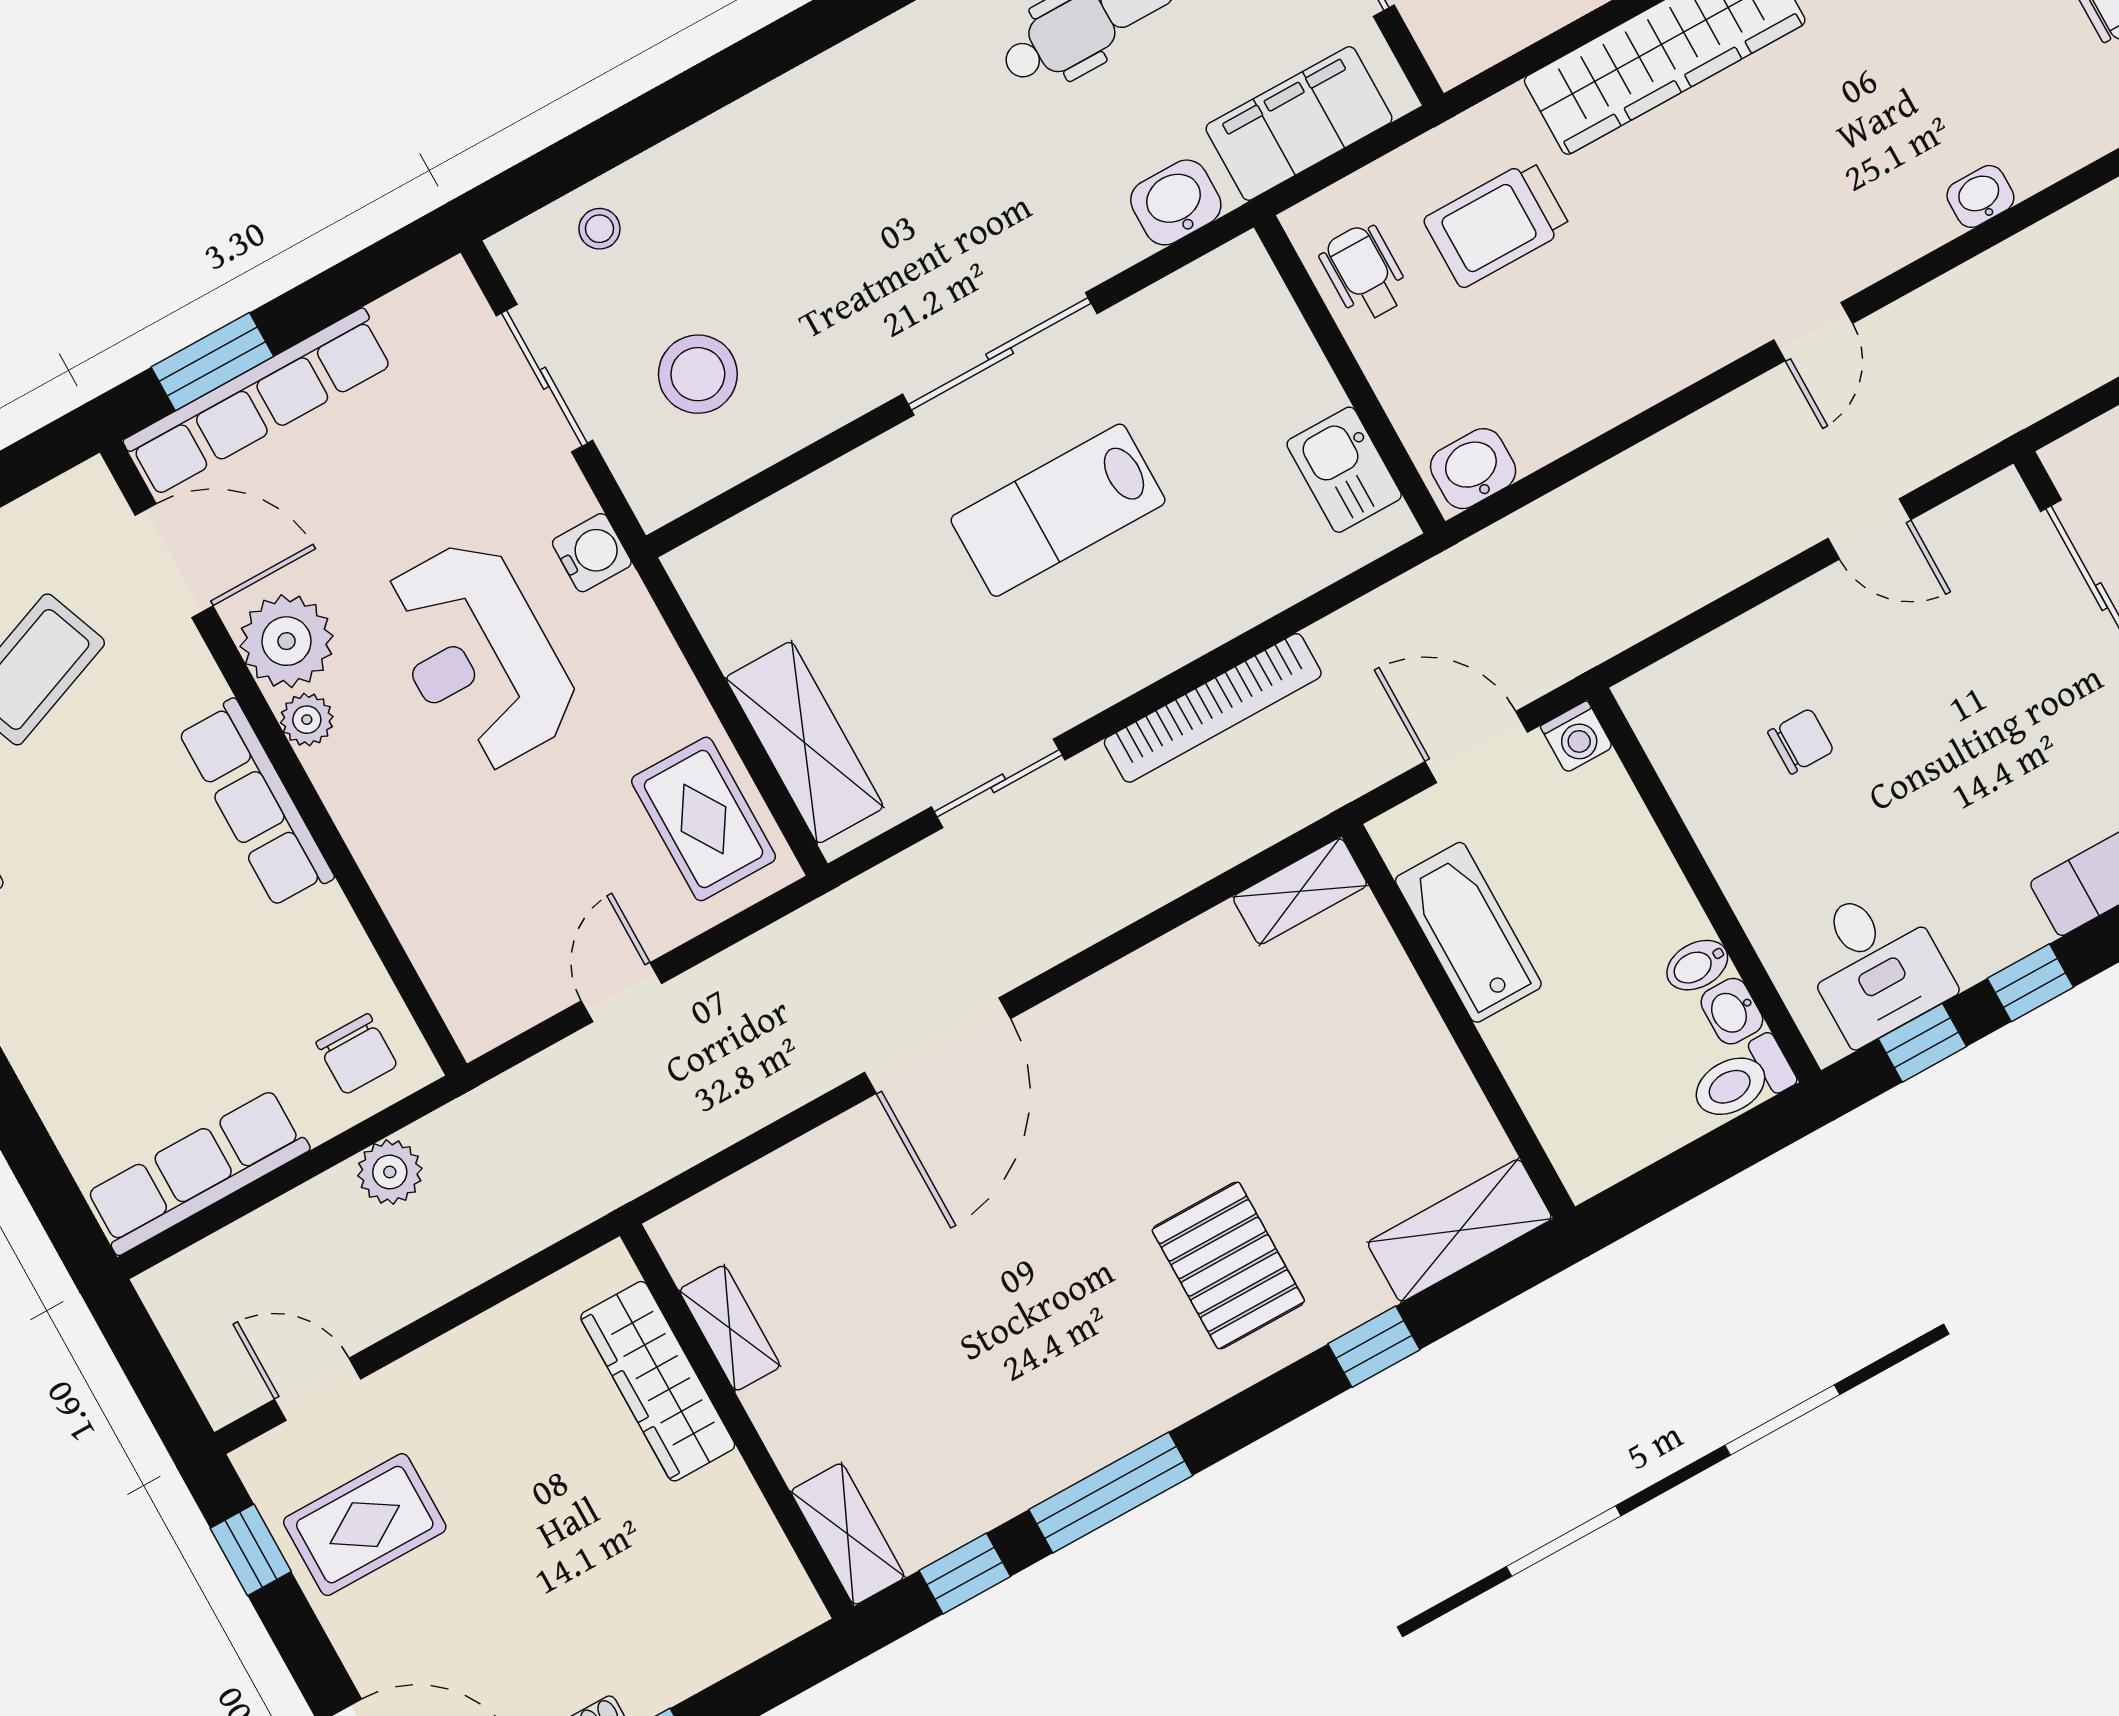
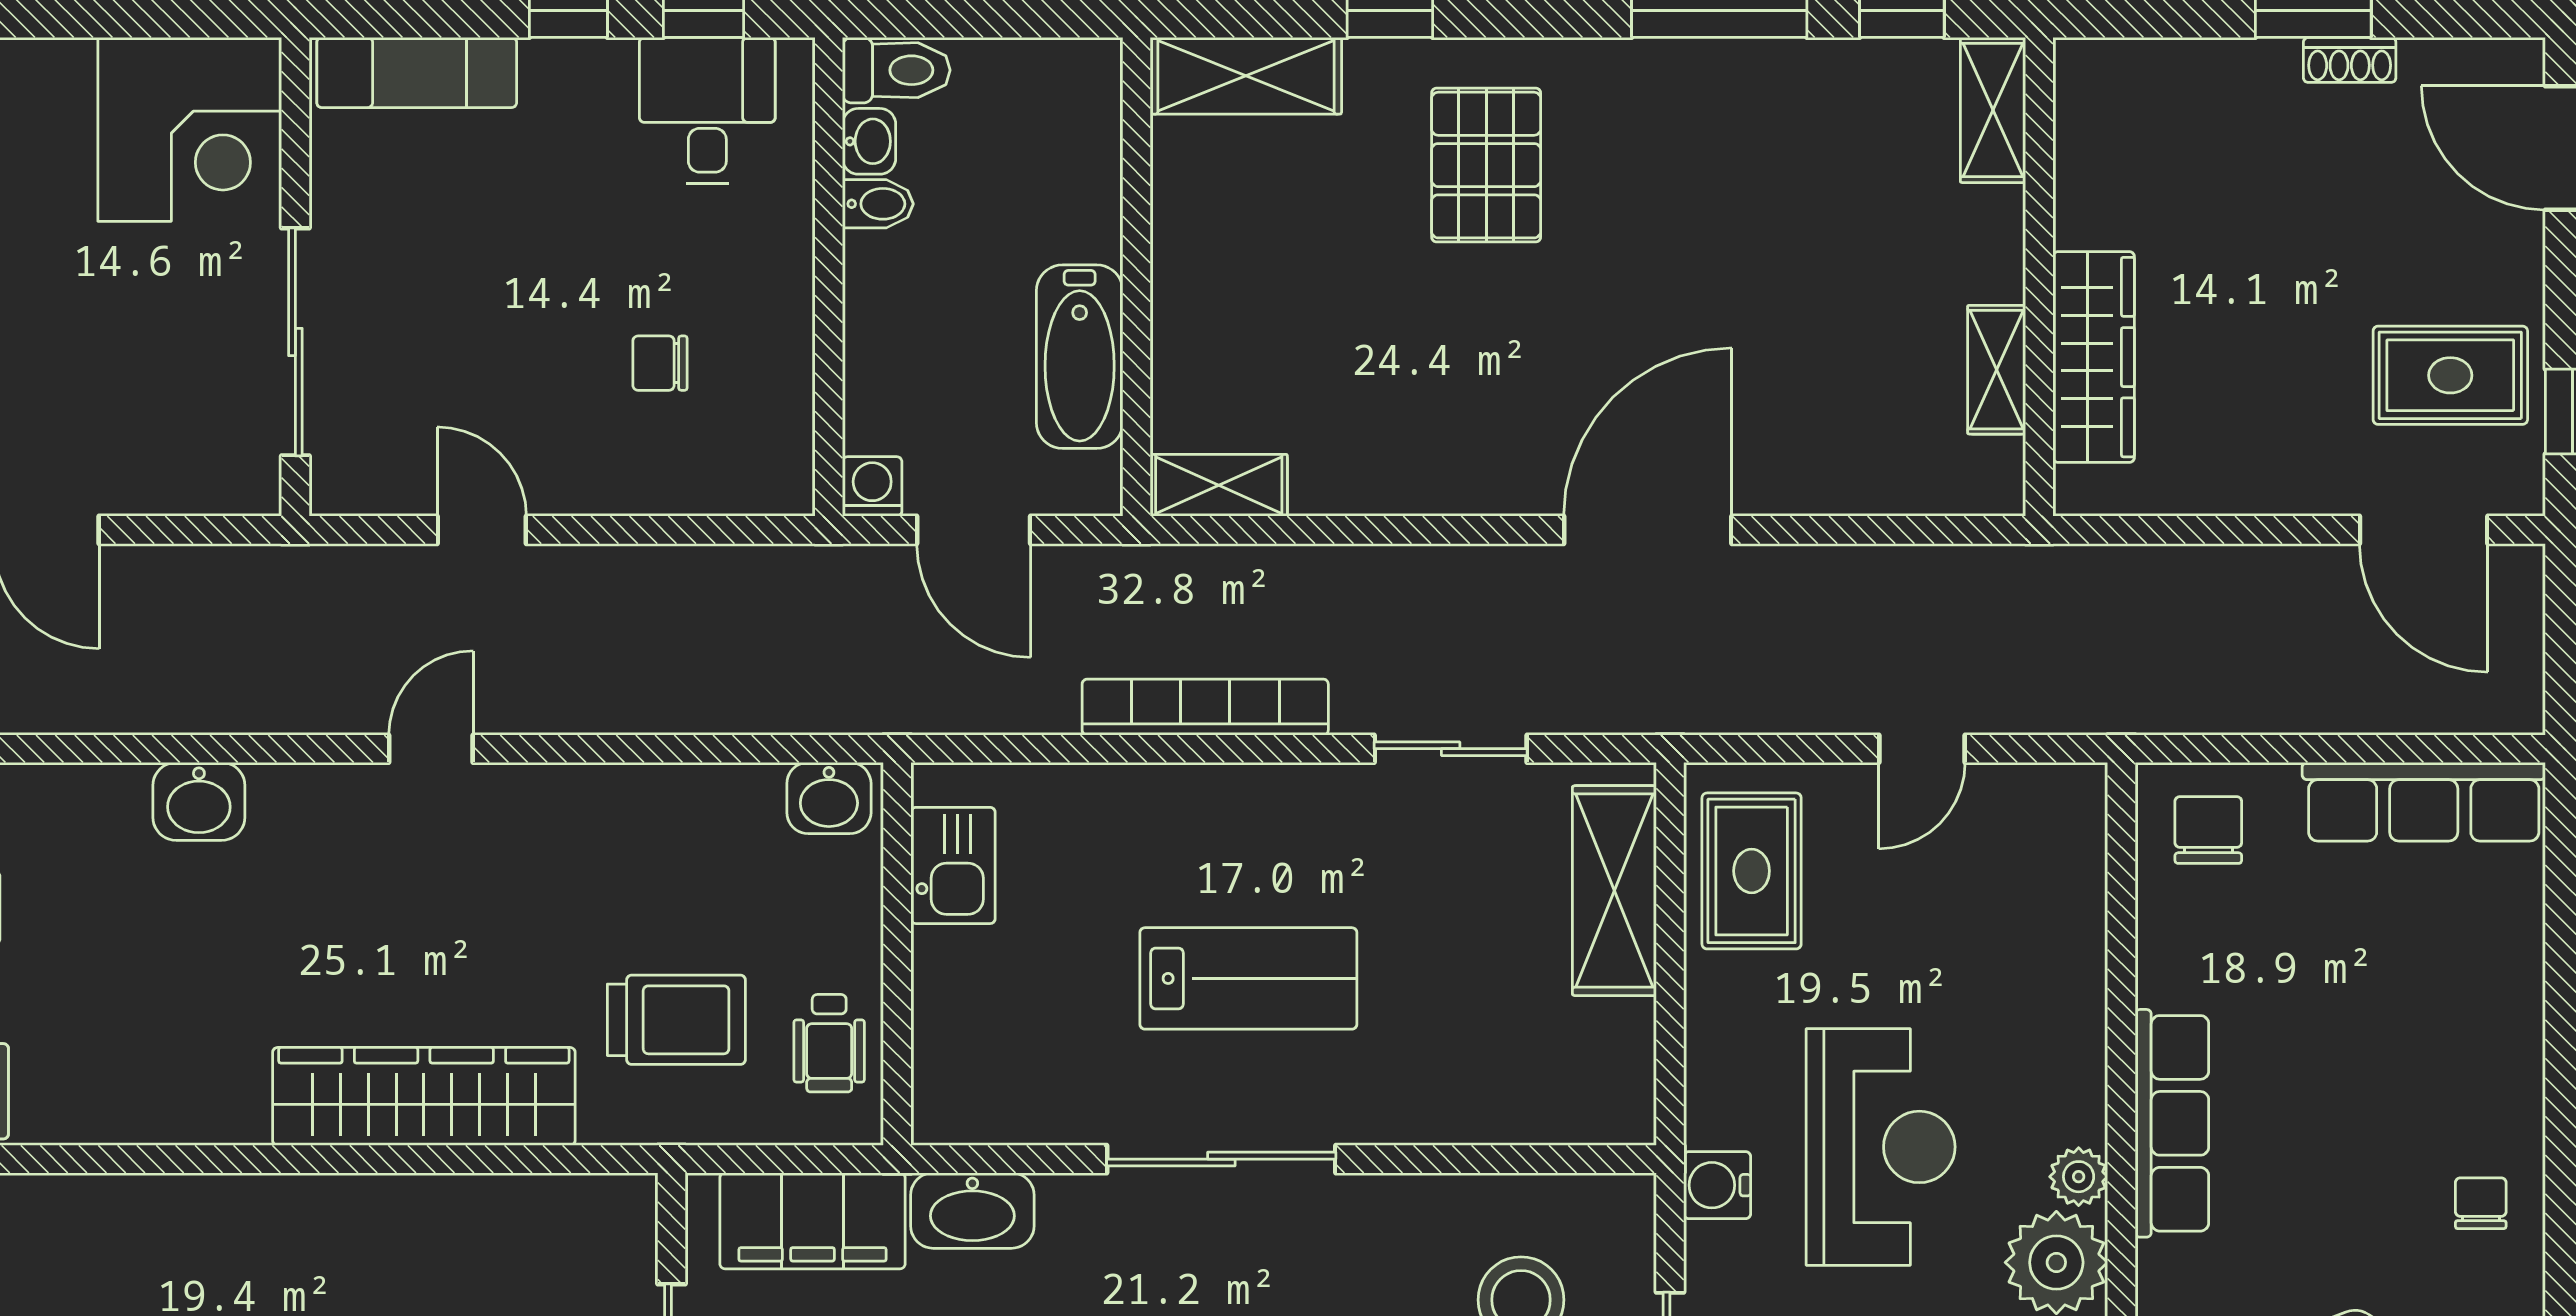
washbasin: (1980, 196) -> (199, 801), width x1.38, depth x1.45
washbasin: (1176, 202) -> (972, 1211), width x1.38
plant: (390, 1172) -> (2239, 700), removed
door: (318, 1389) -> (2424, 530), width x1.38

